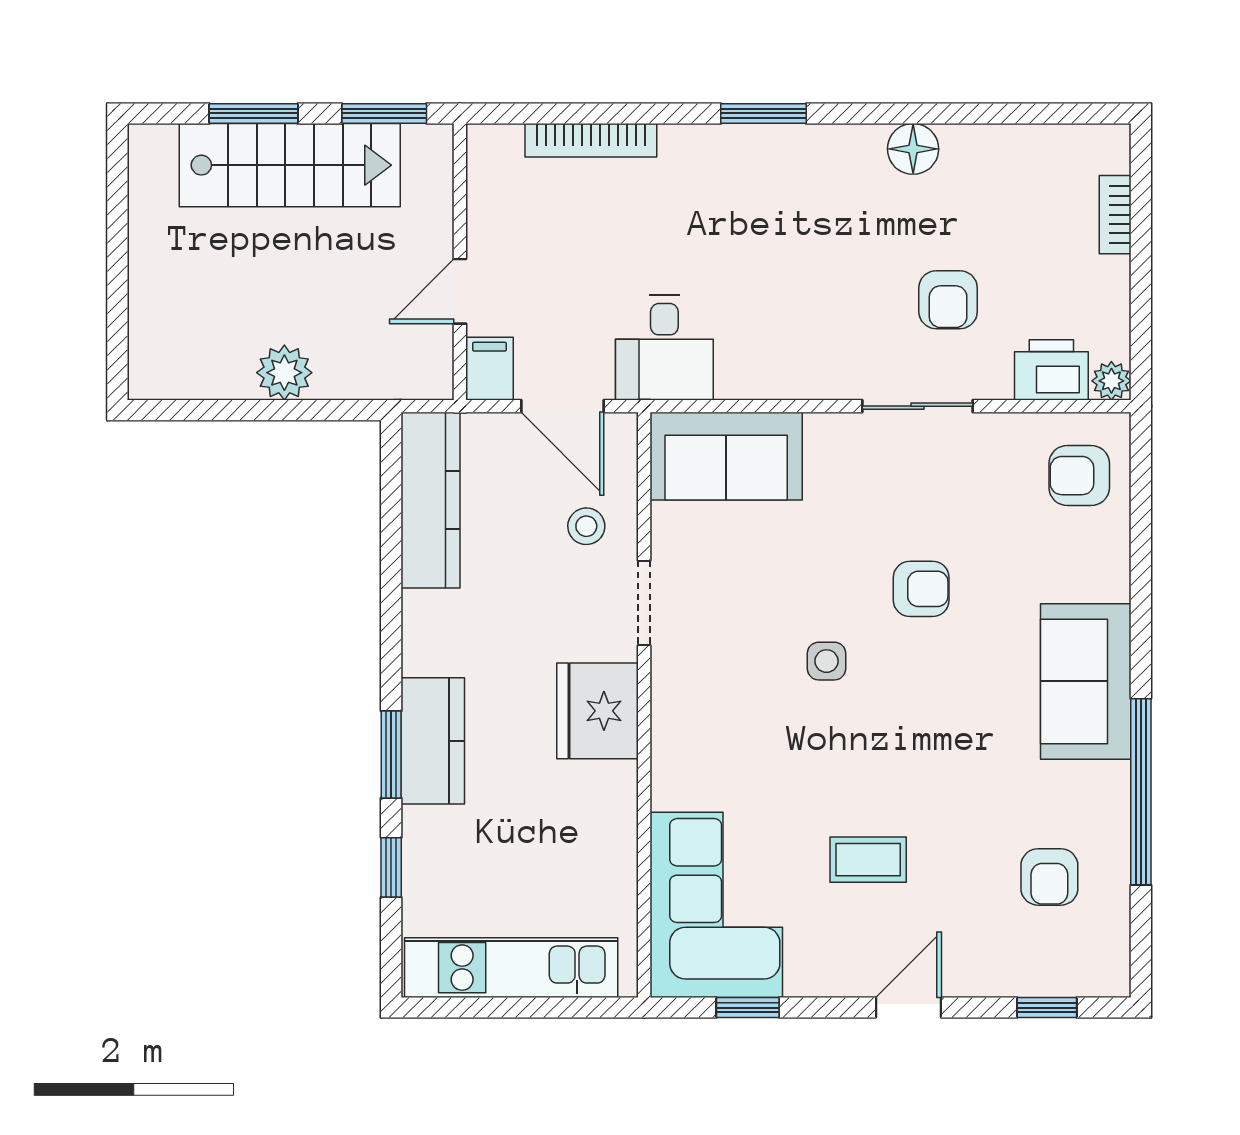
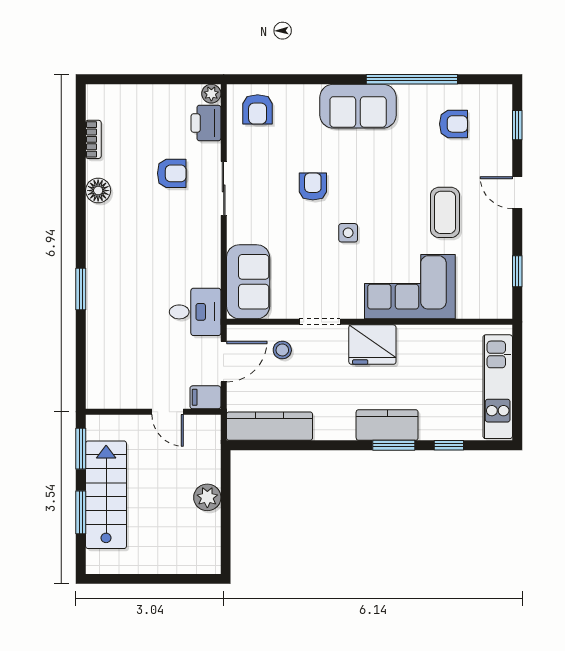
window: (764, 113) -> (81, 289), moved
bookcase: (591, 140) -> (94, 348), removed
bookcase: (1115, 215) -> (93, 139), moved, turned -90
coffee table: (868, 860) -> (445, 212), width x1.36, depth x1.30
corner sofa: (716, 905) -> (410, 287), moved

